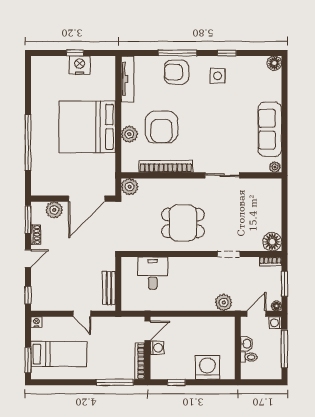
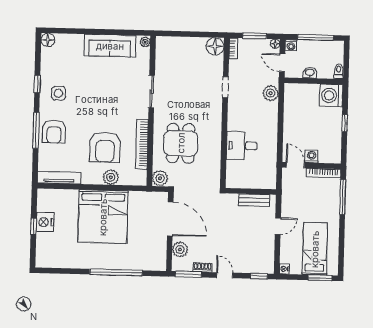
armchair: (162, 127) -> (105, 147), turned 90
dining table: (183, 223) -> (181, 143), moved
desk: (153, 273) -> (242, 146), moved
toilet: (249, 357) -> (339, 71), moved
washing machine: (207, 367) -> (331, 95), moved
window: (176, 382) -> (345, 123), moved

